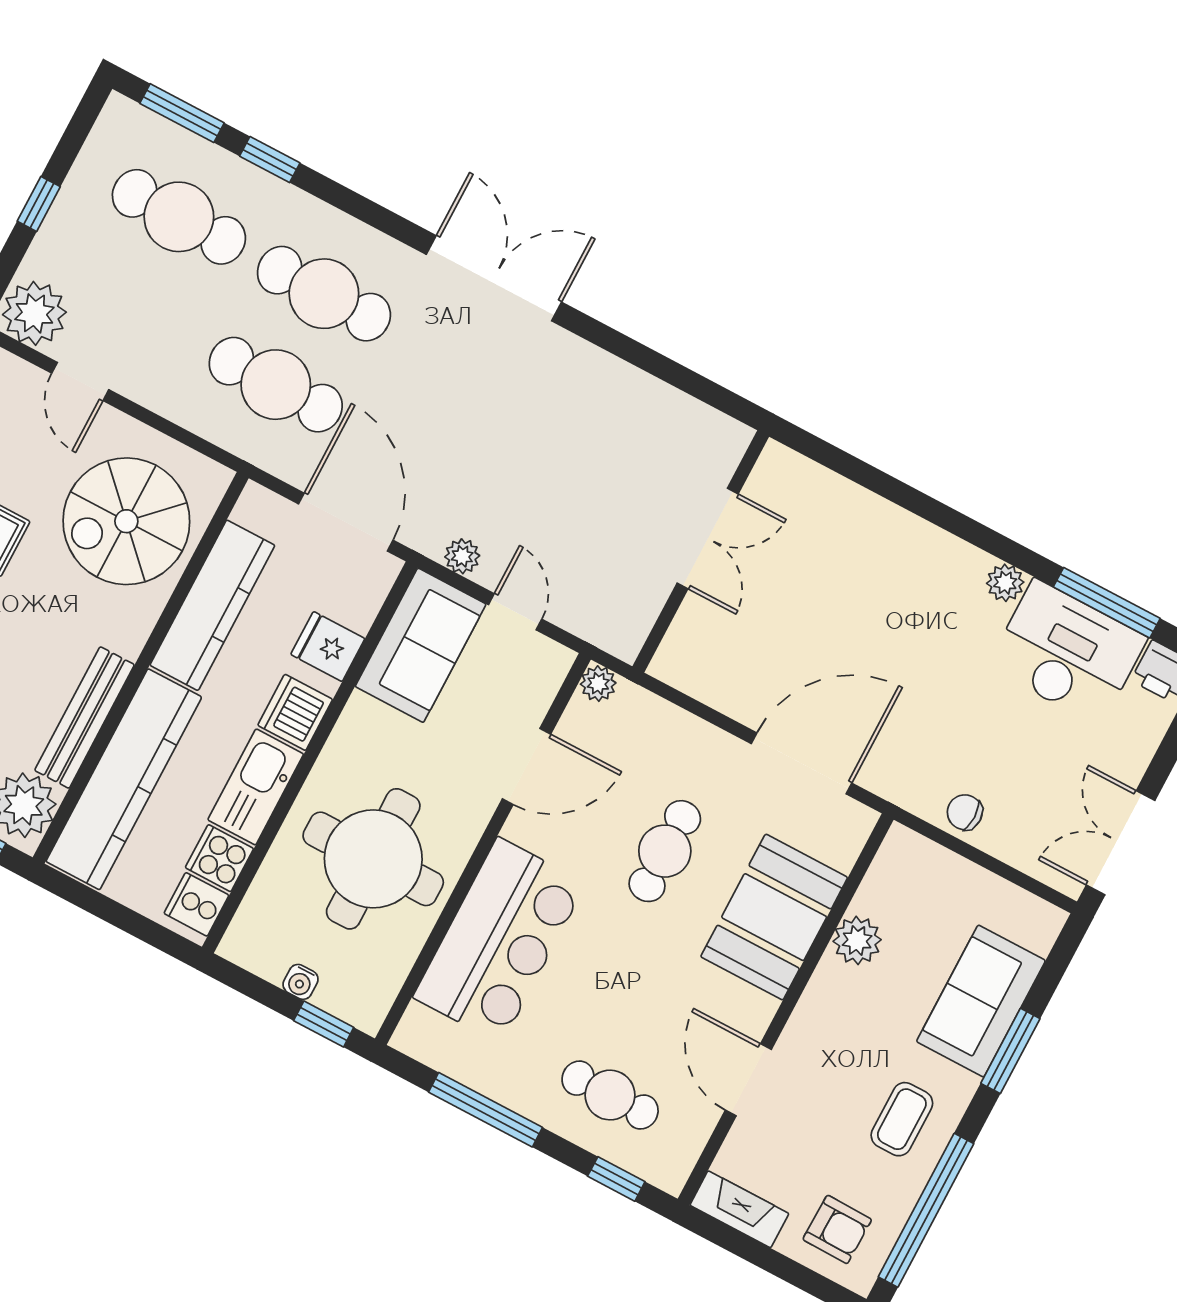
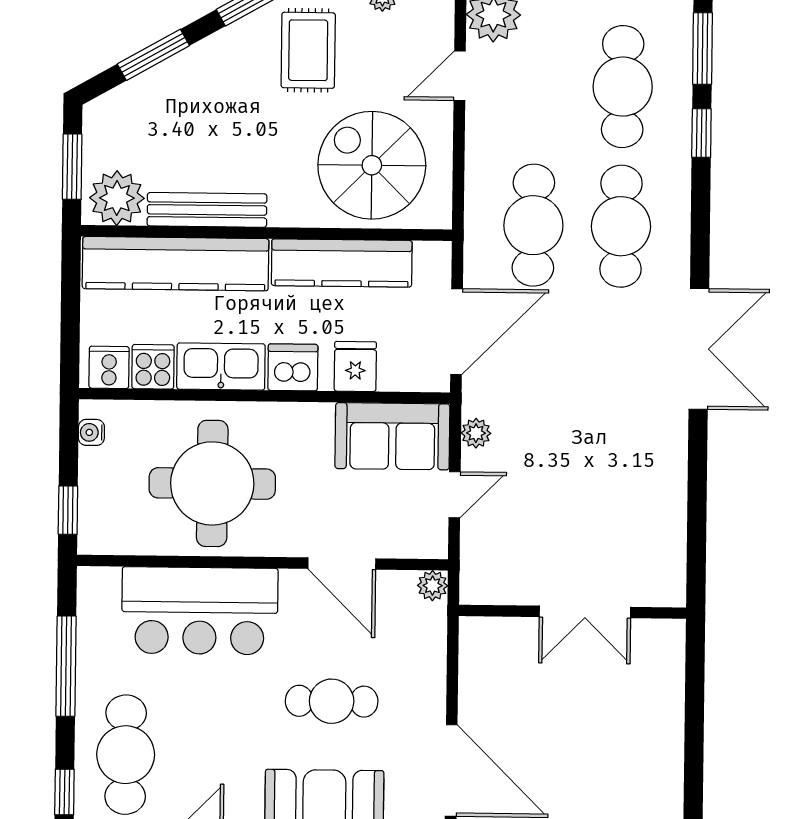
water cooler: (301, 982) -> (91, 432), moved
cafe table: (610, 1095) -> (126, 755), width x1.37, depth x1.35

